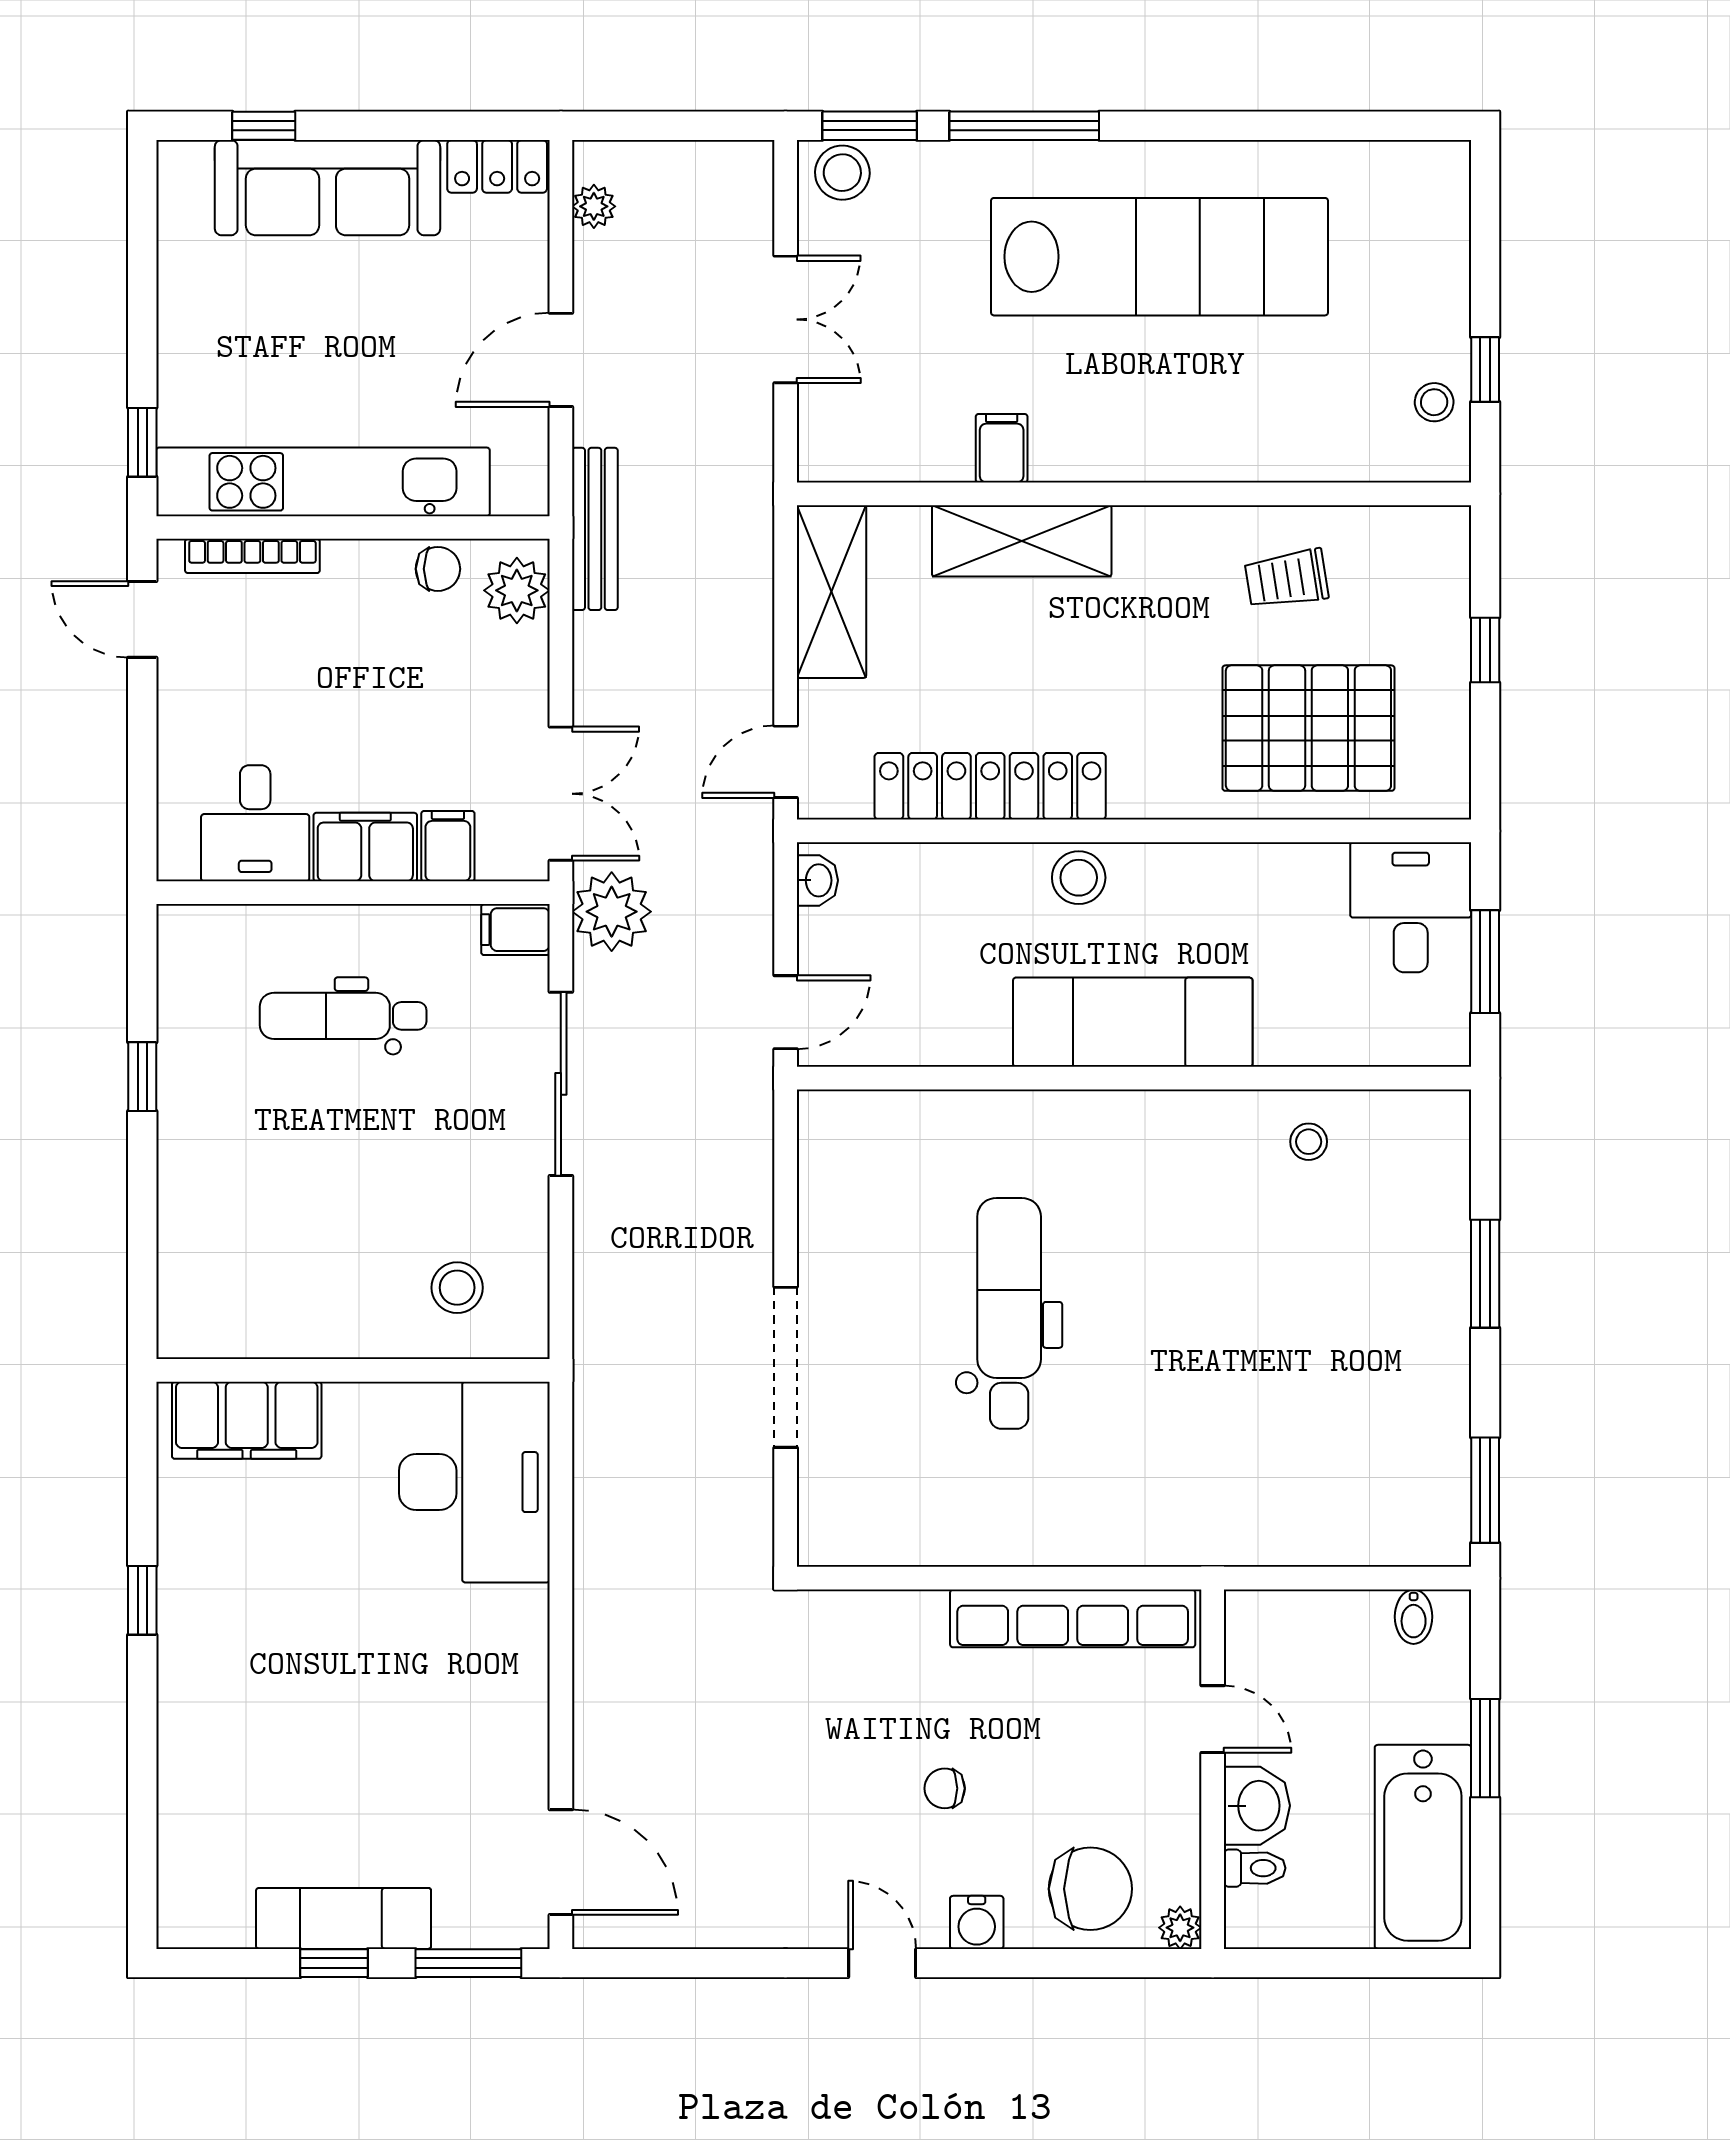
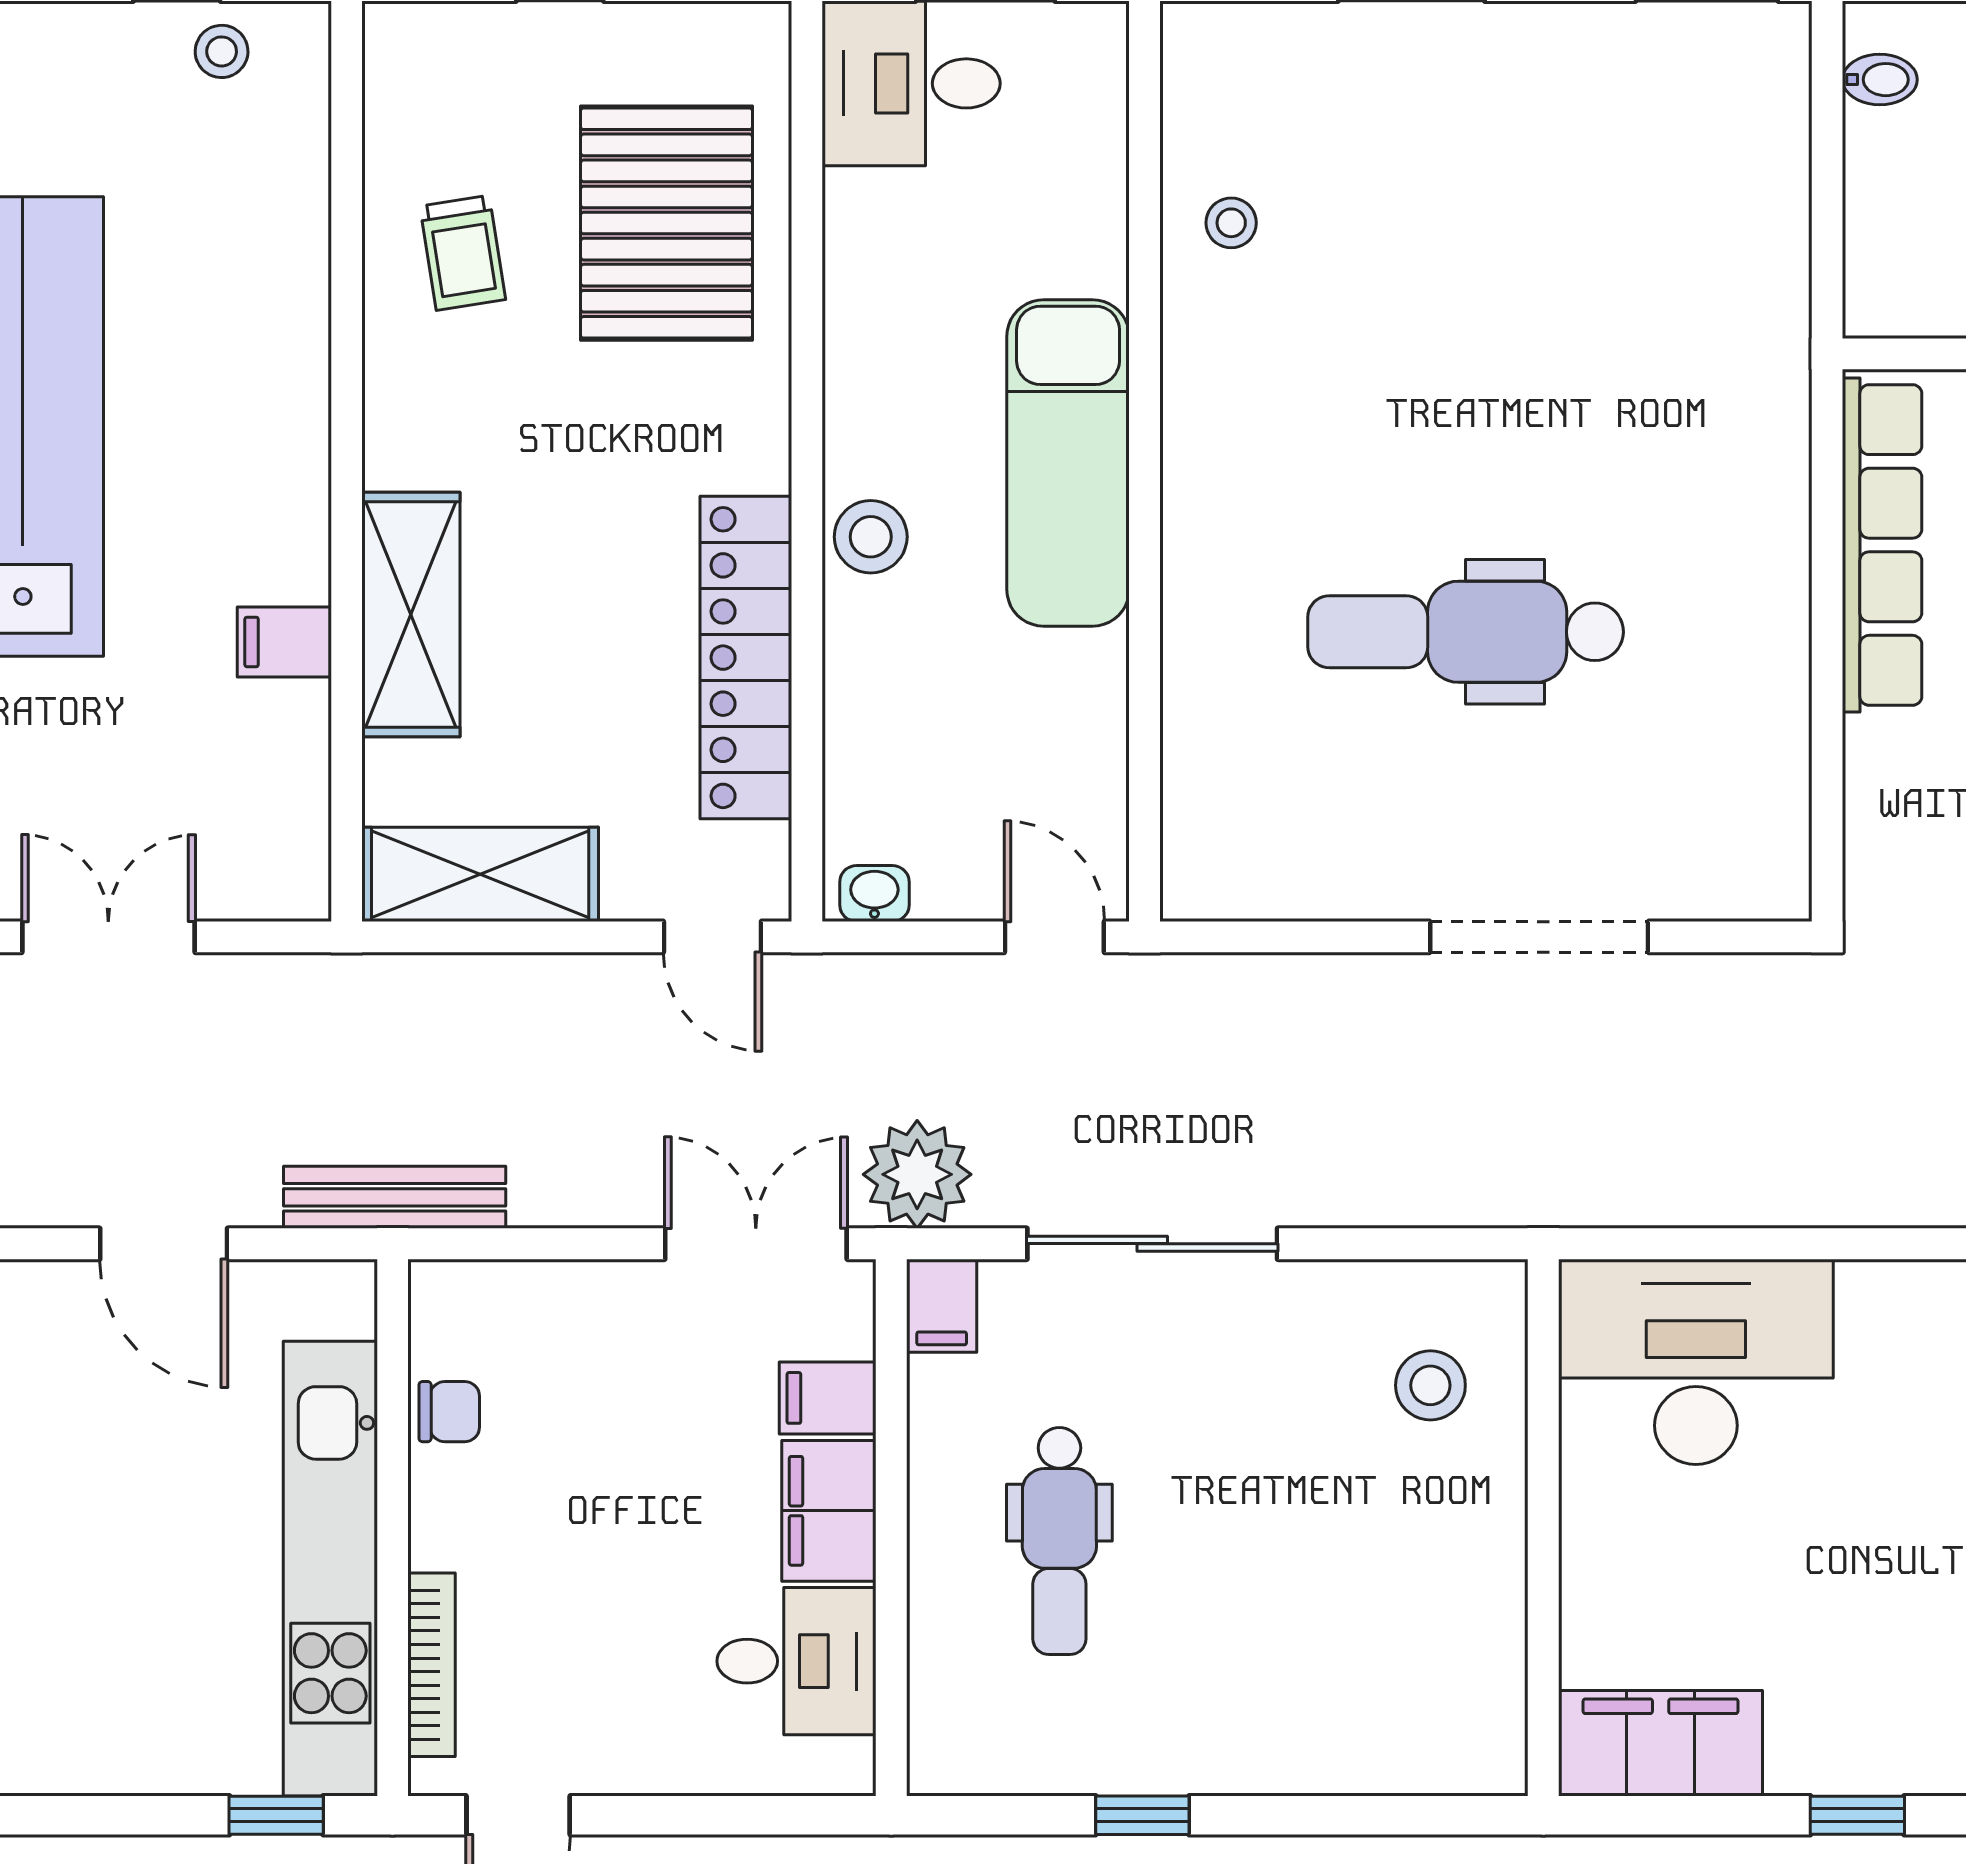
chair: (438, 569) -> (449, 1412), turned 90
plant: (517, 590) -> (479, 1304), removed
filing cabinet: (247, 1420) -> (1661, 1743), moved, turned -90

